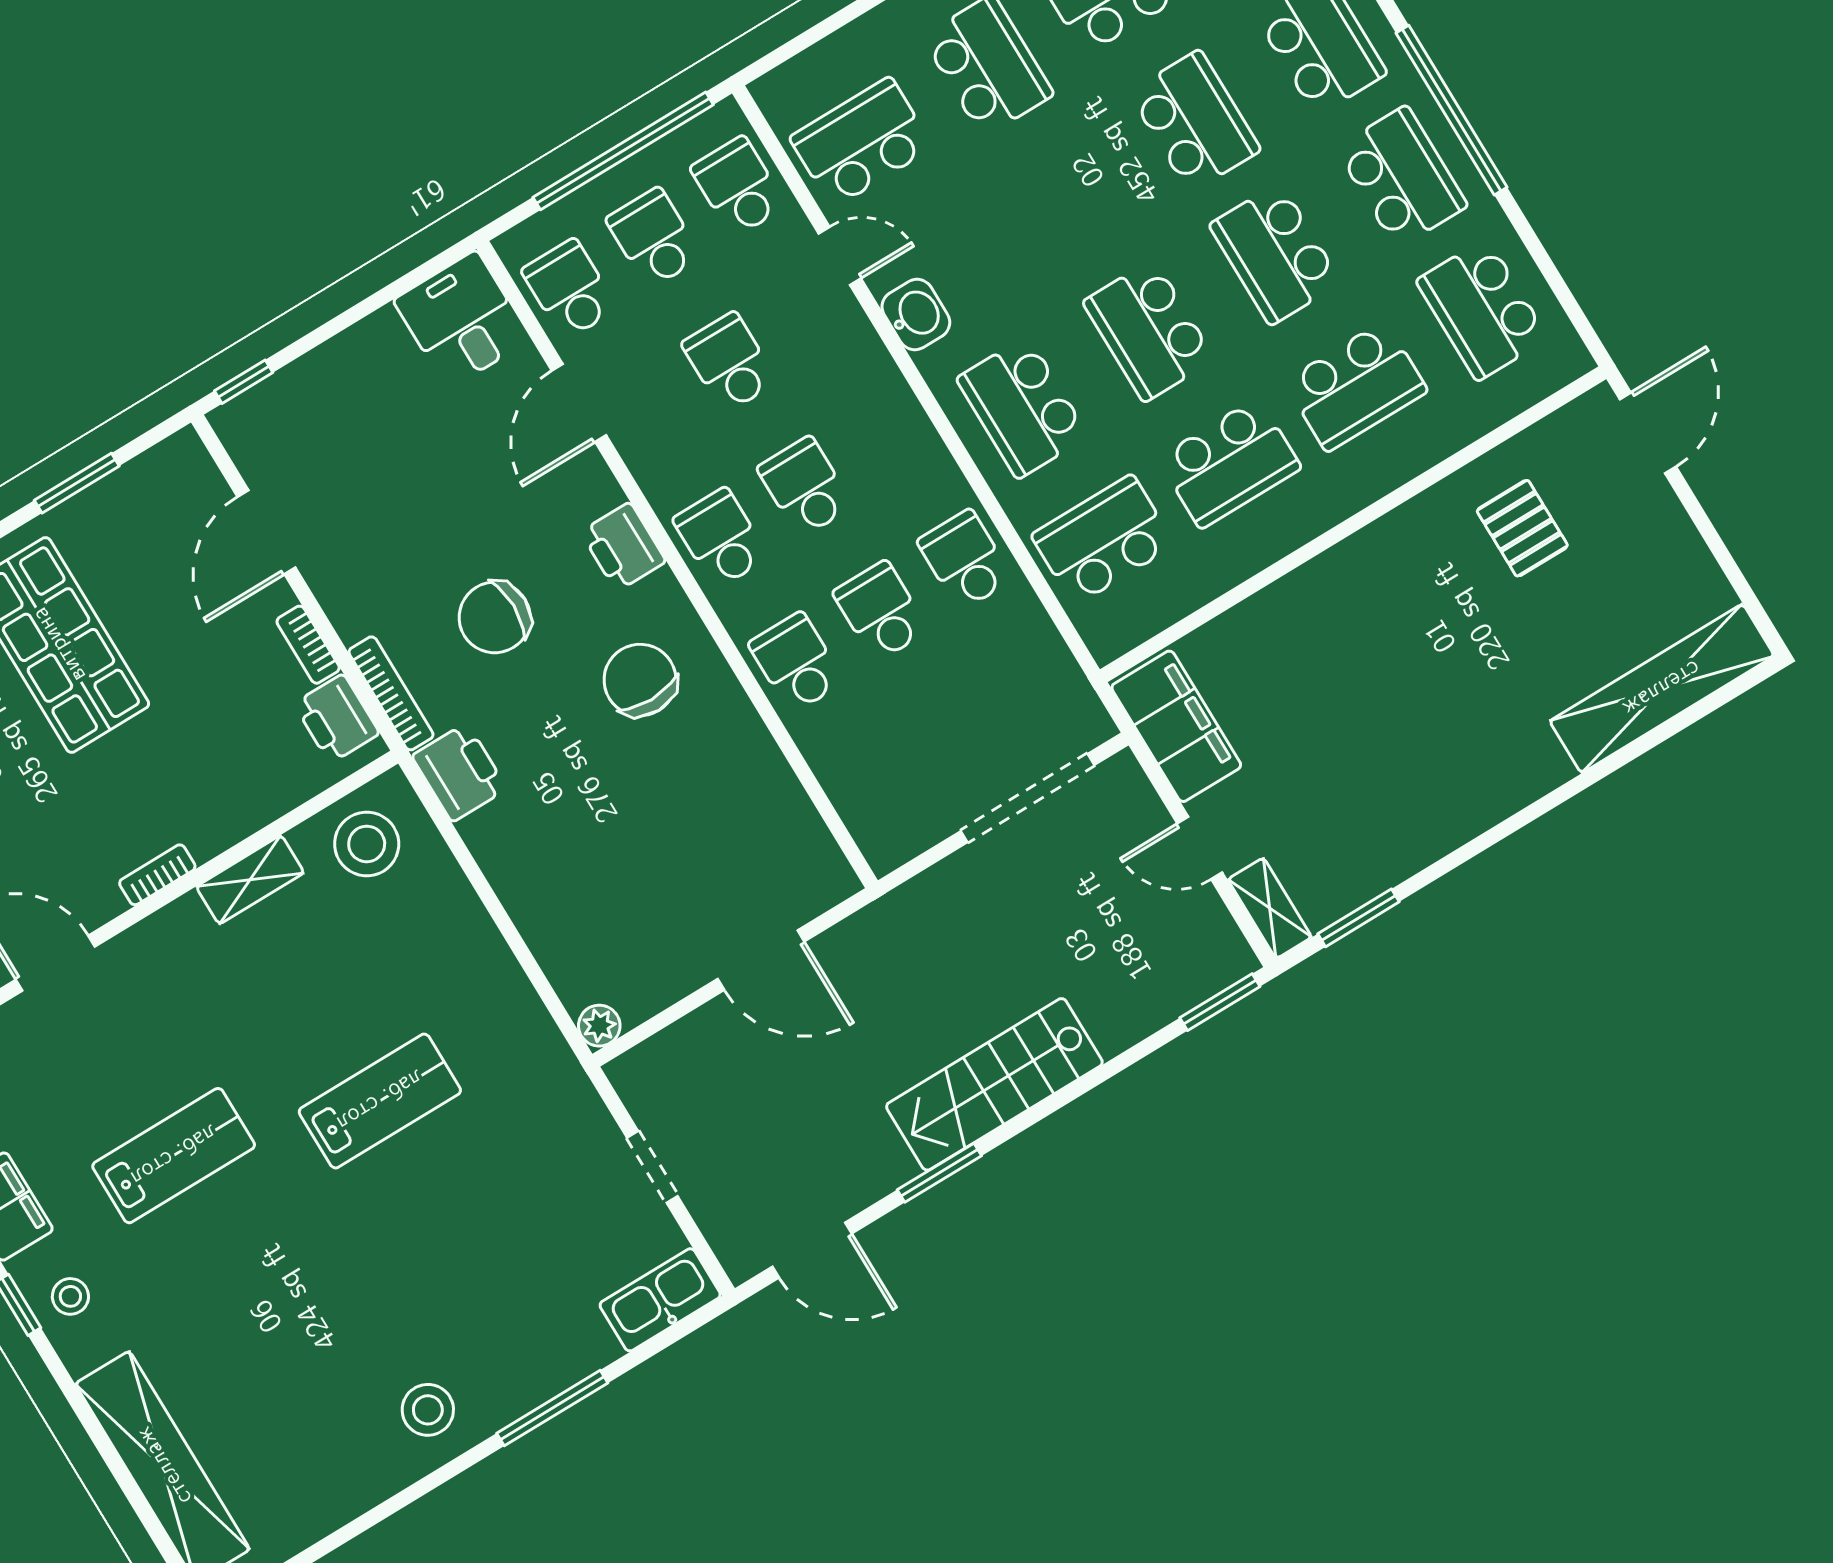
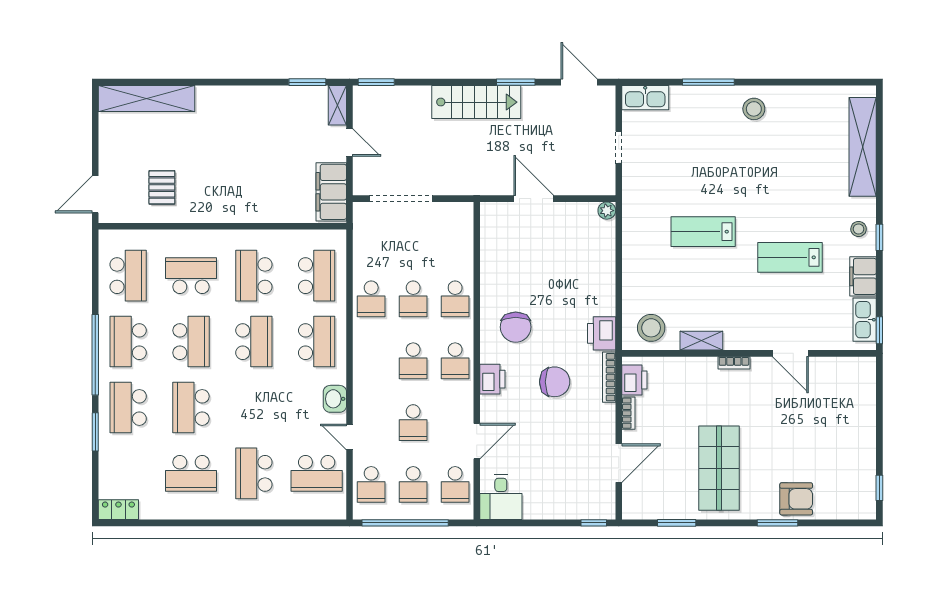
school desk: (1229, 463) -> (254, 276), turned -90
school desk: (1103, 540) -> (317, 276), turned -90

